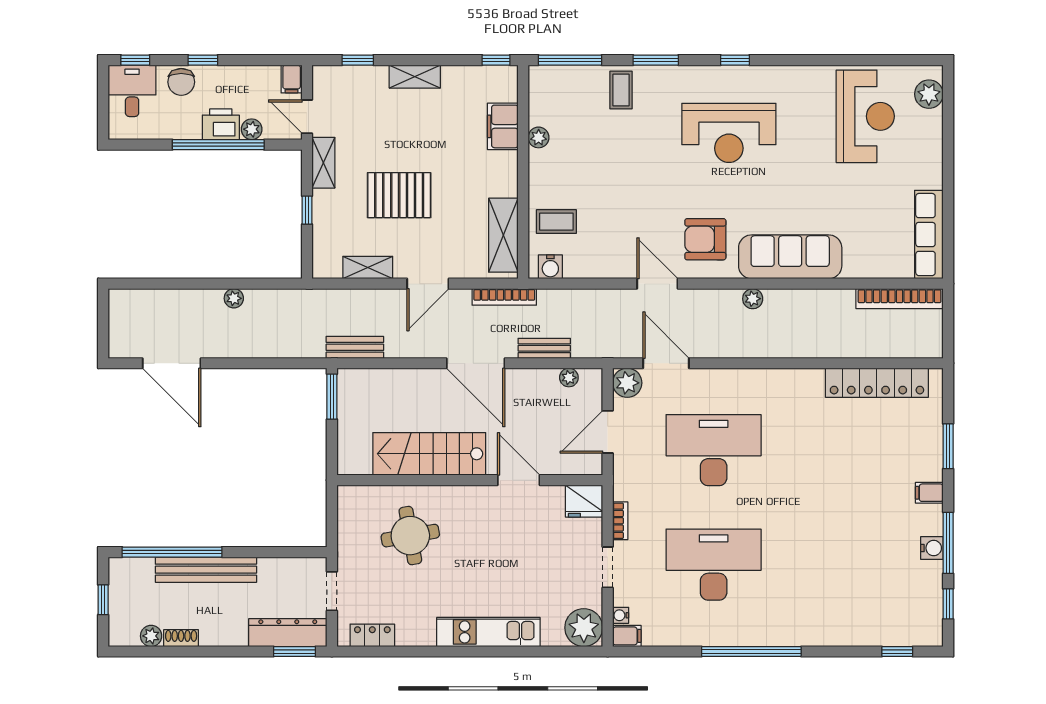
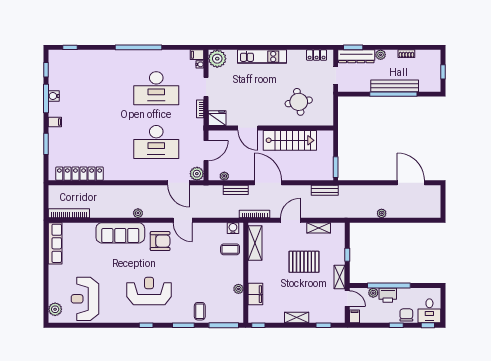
window: (172, 552) -> (393, 94), moved
plant: (151, 636) -> (381, 55), moved

